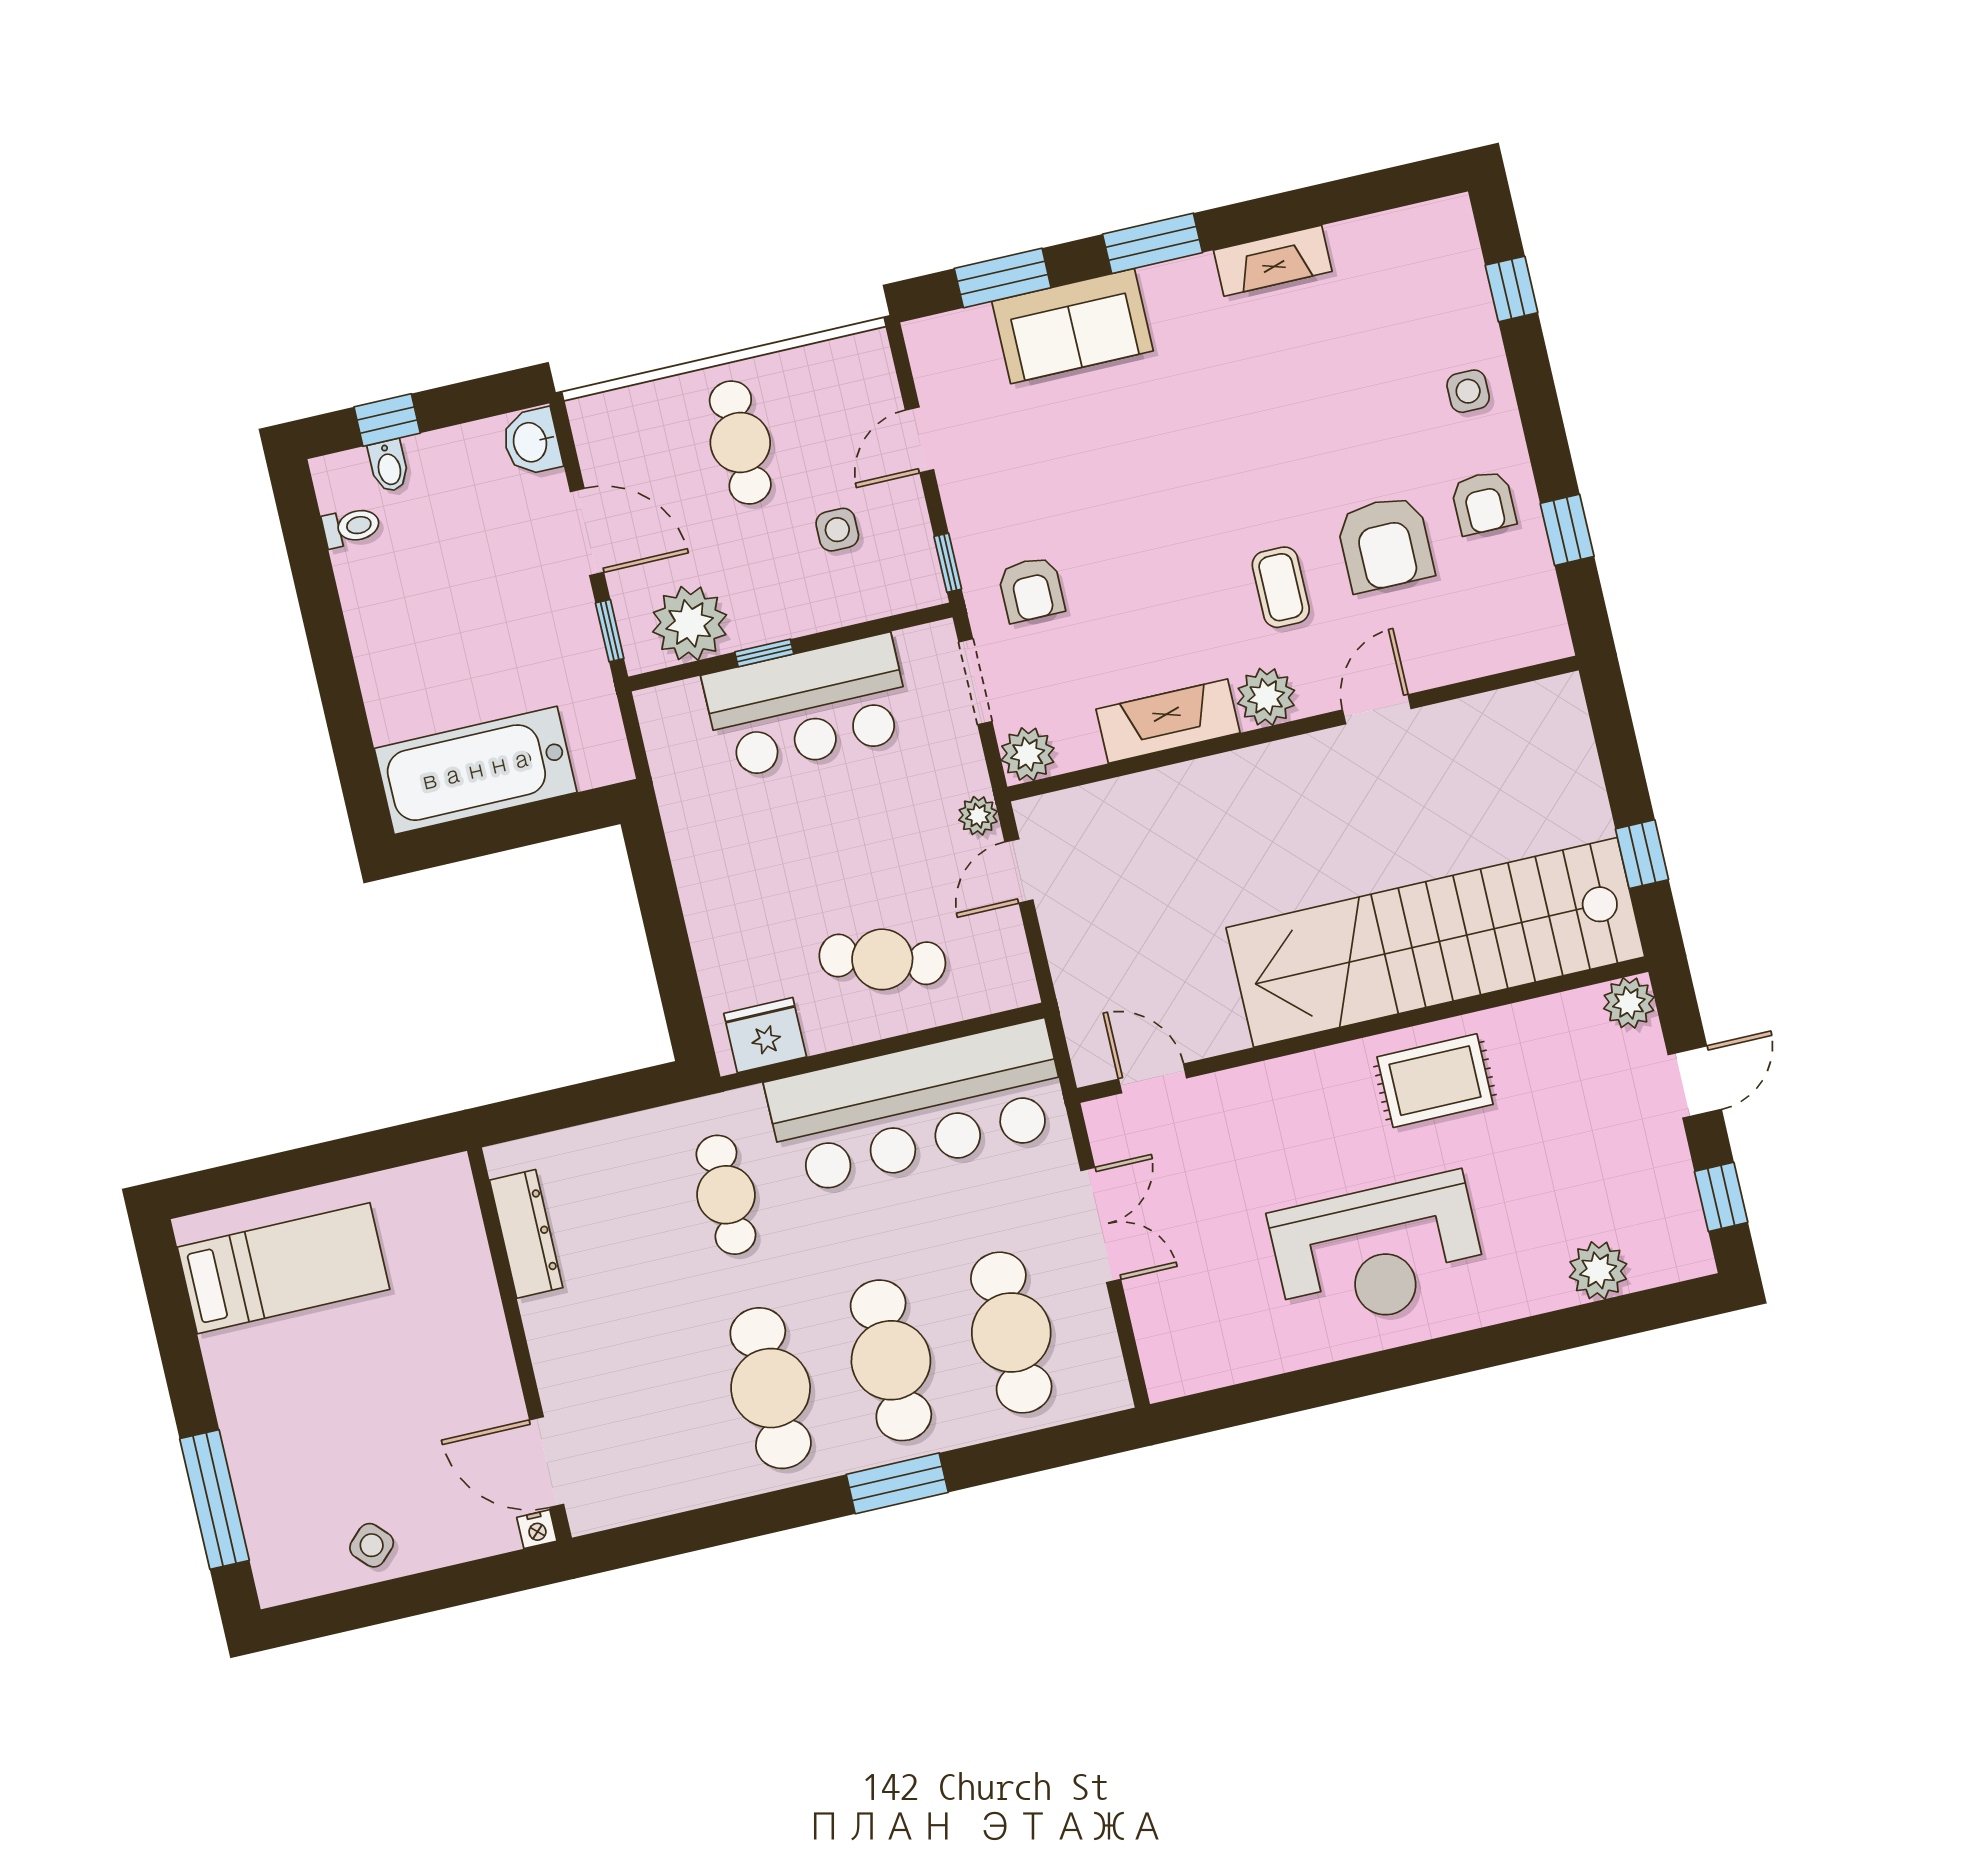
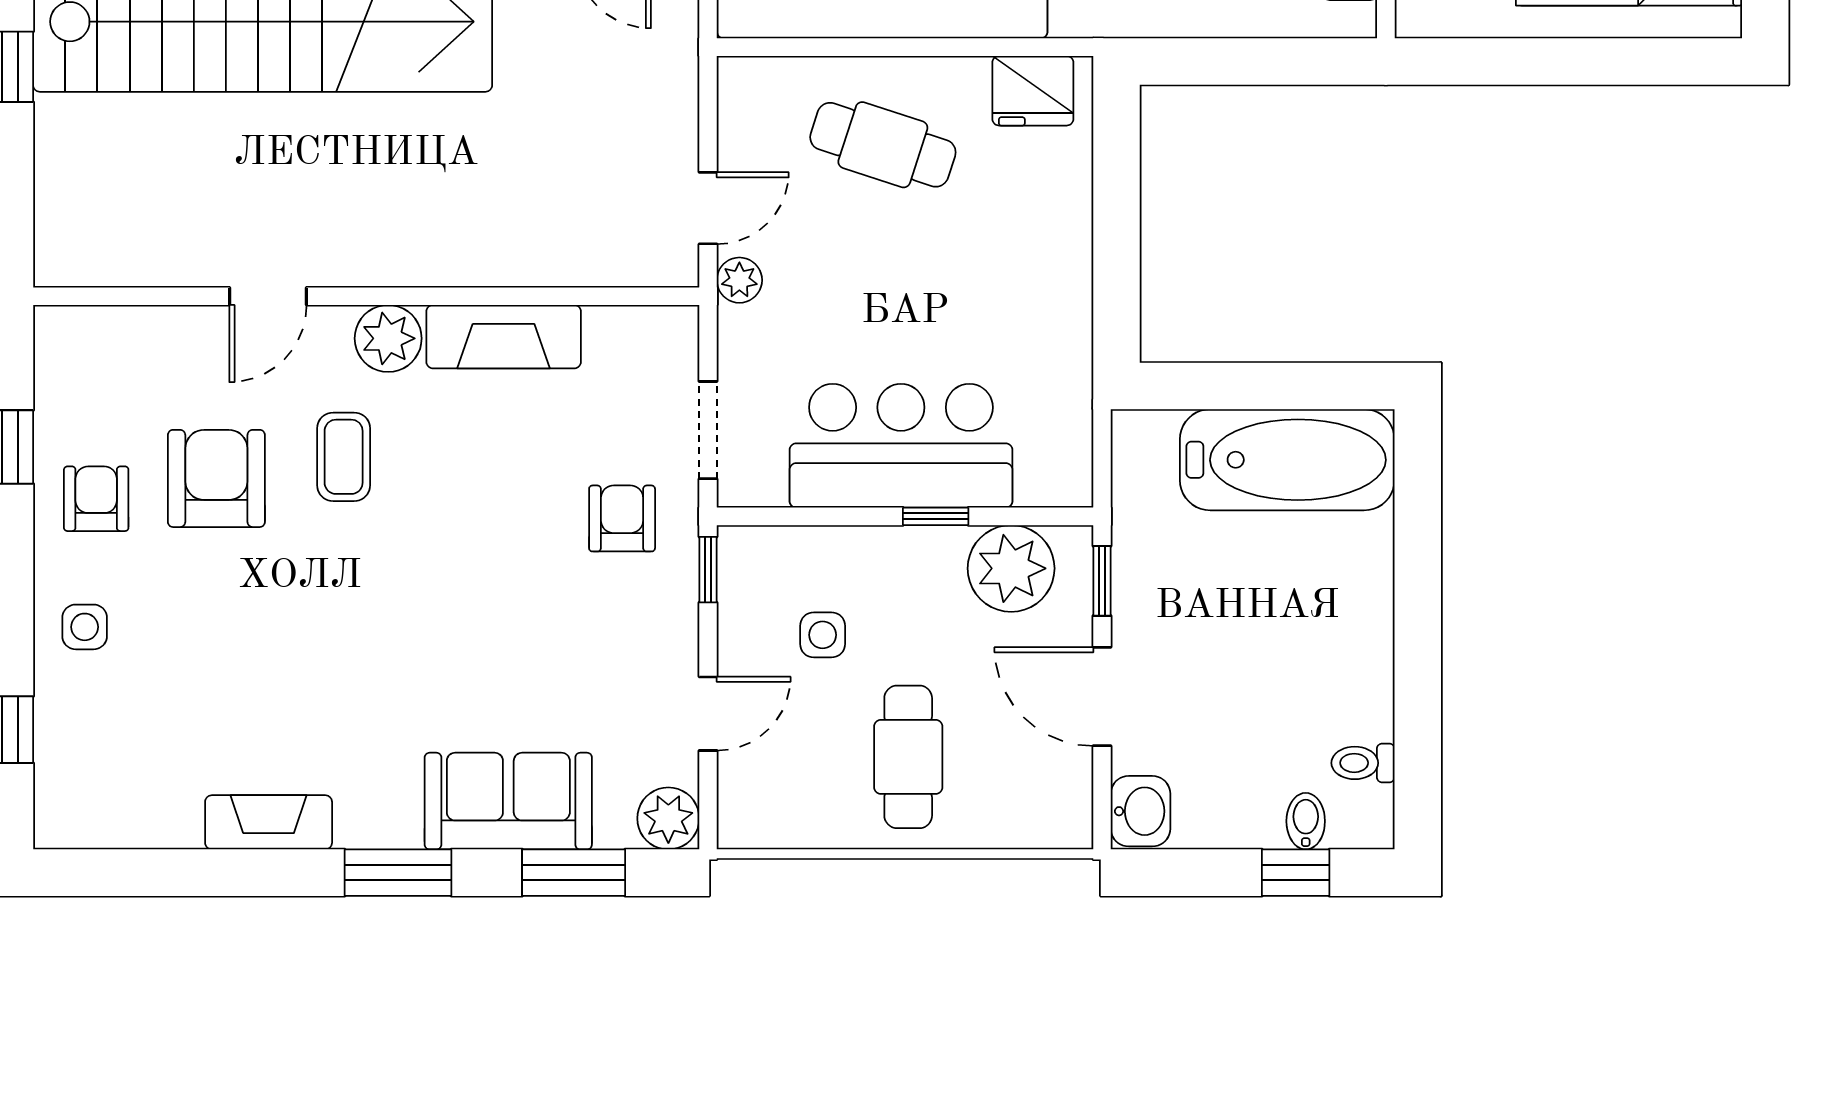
plant: (1028, 754) -> (668, 818), moved

